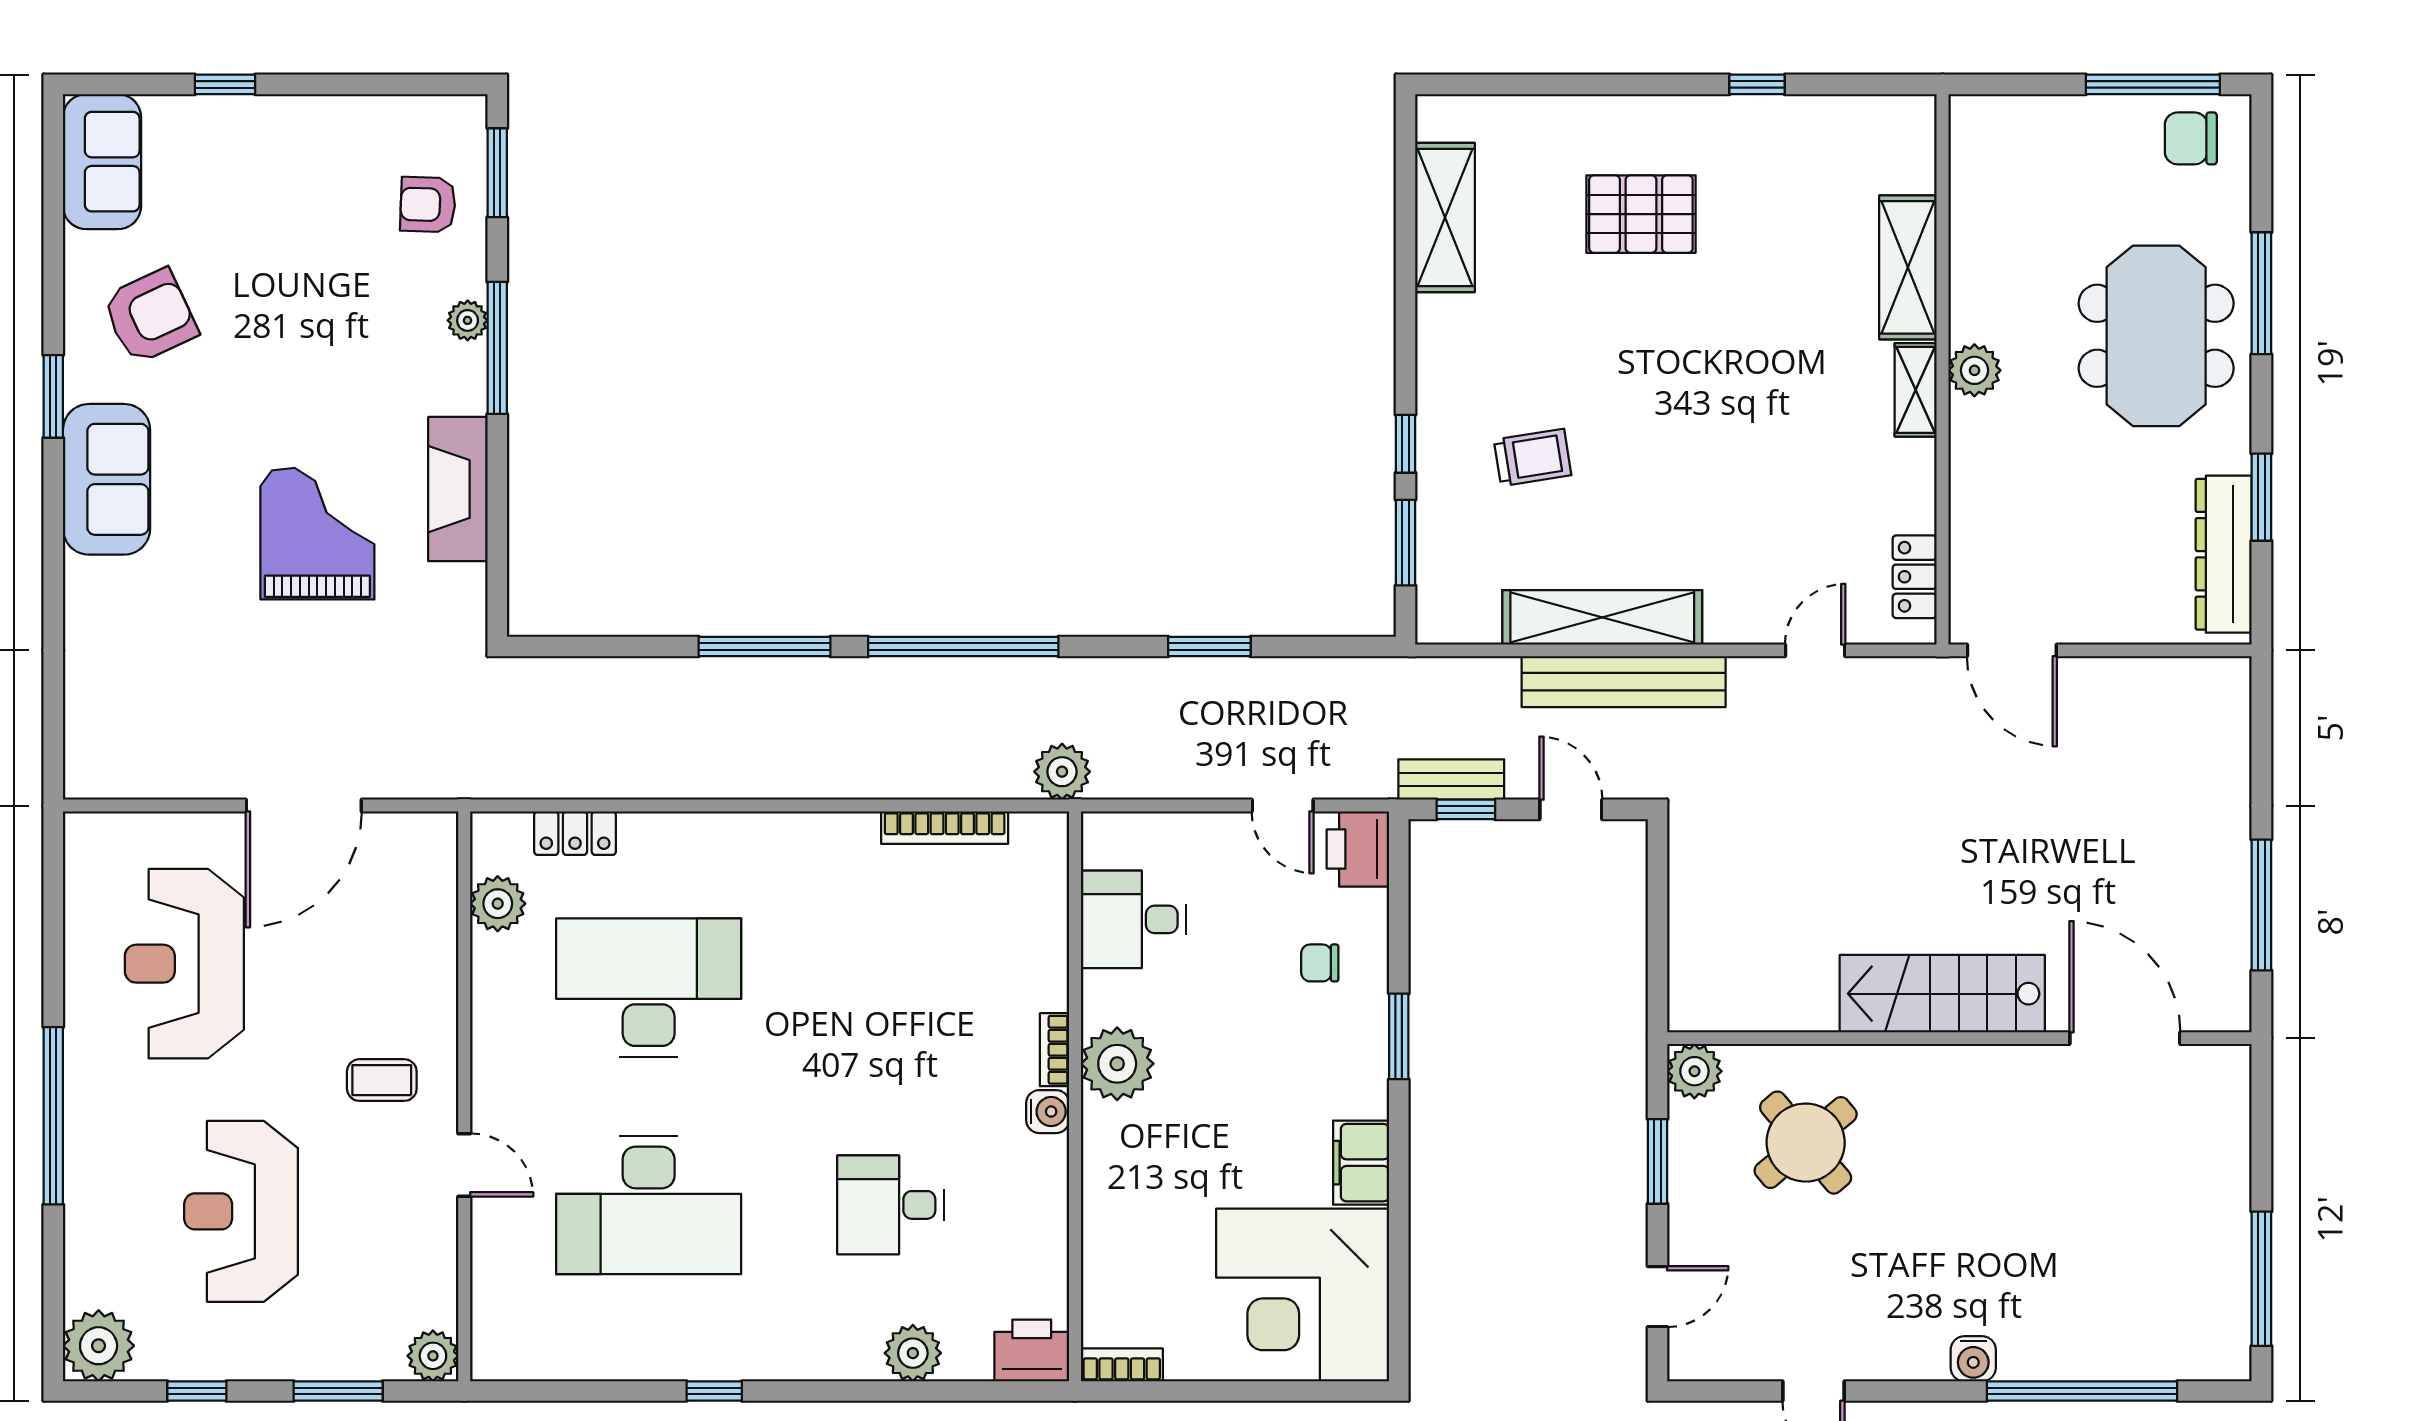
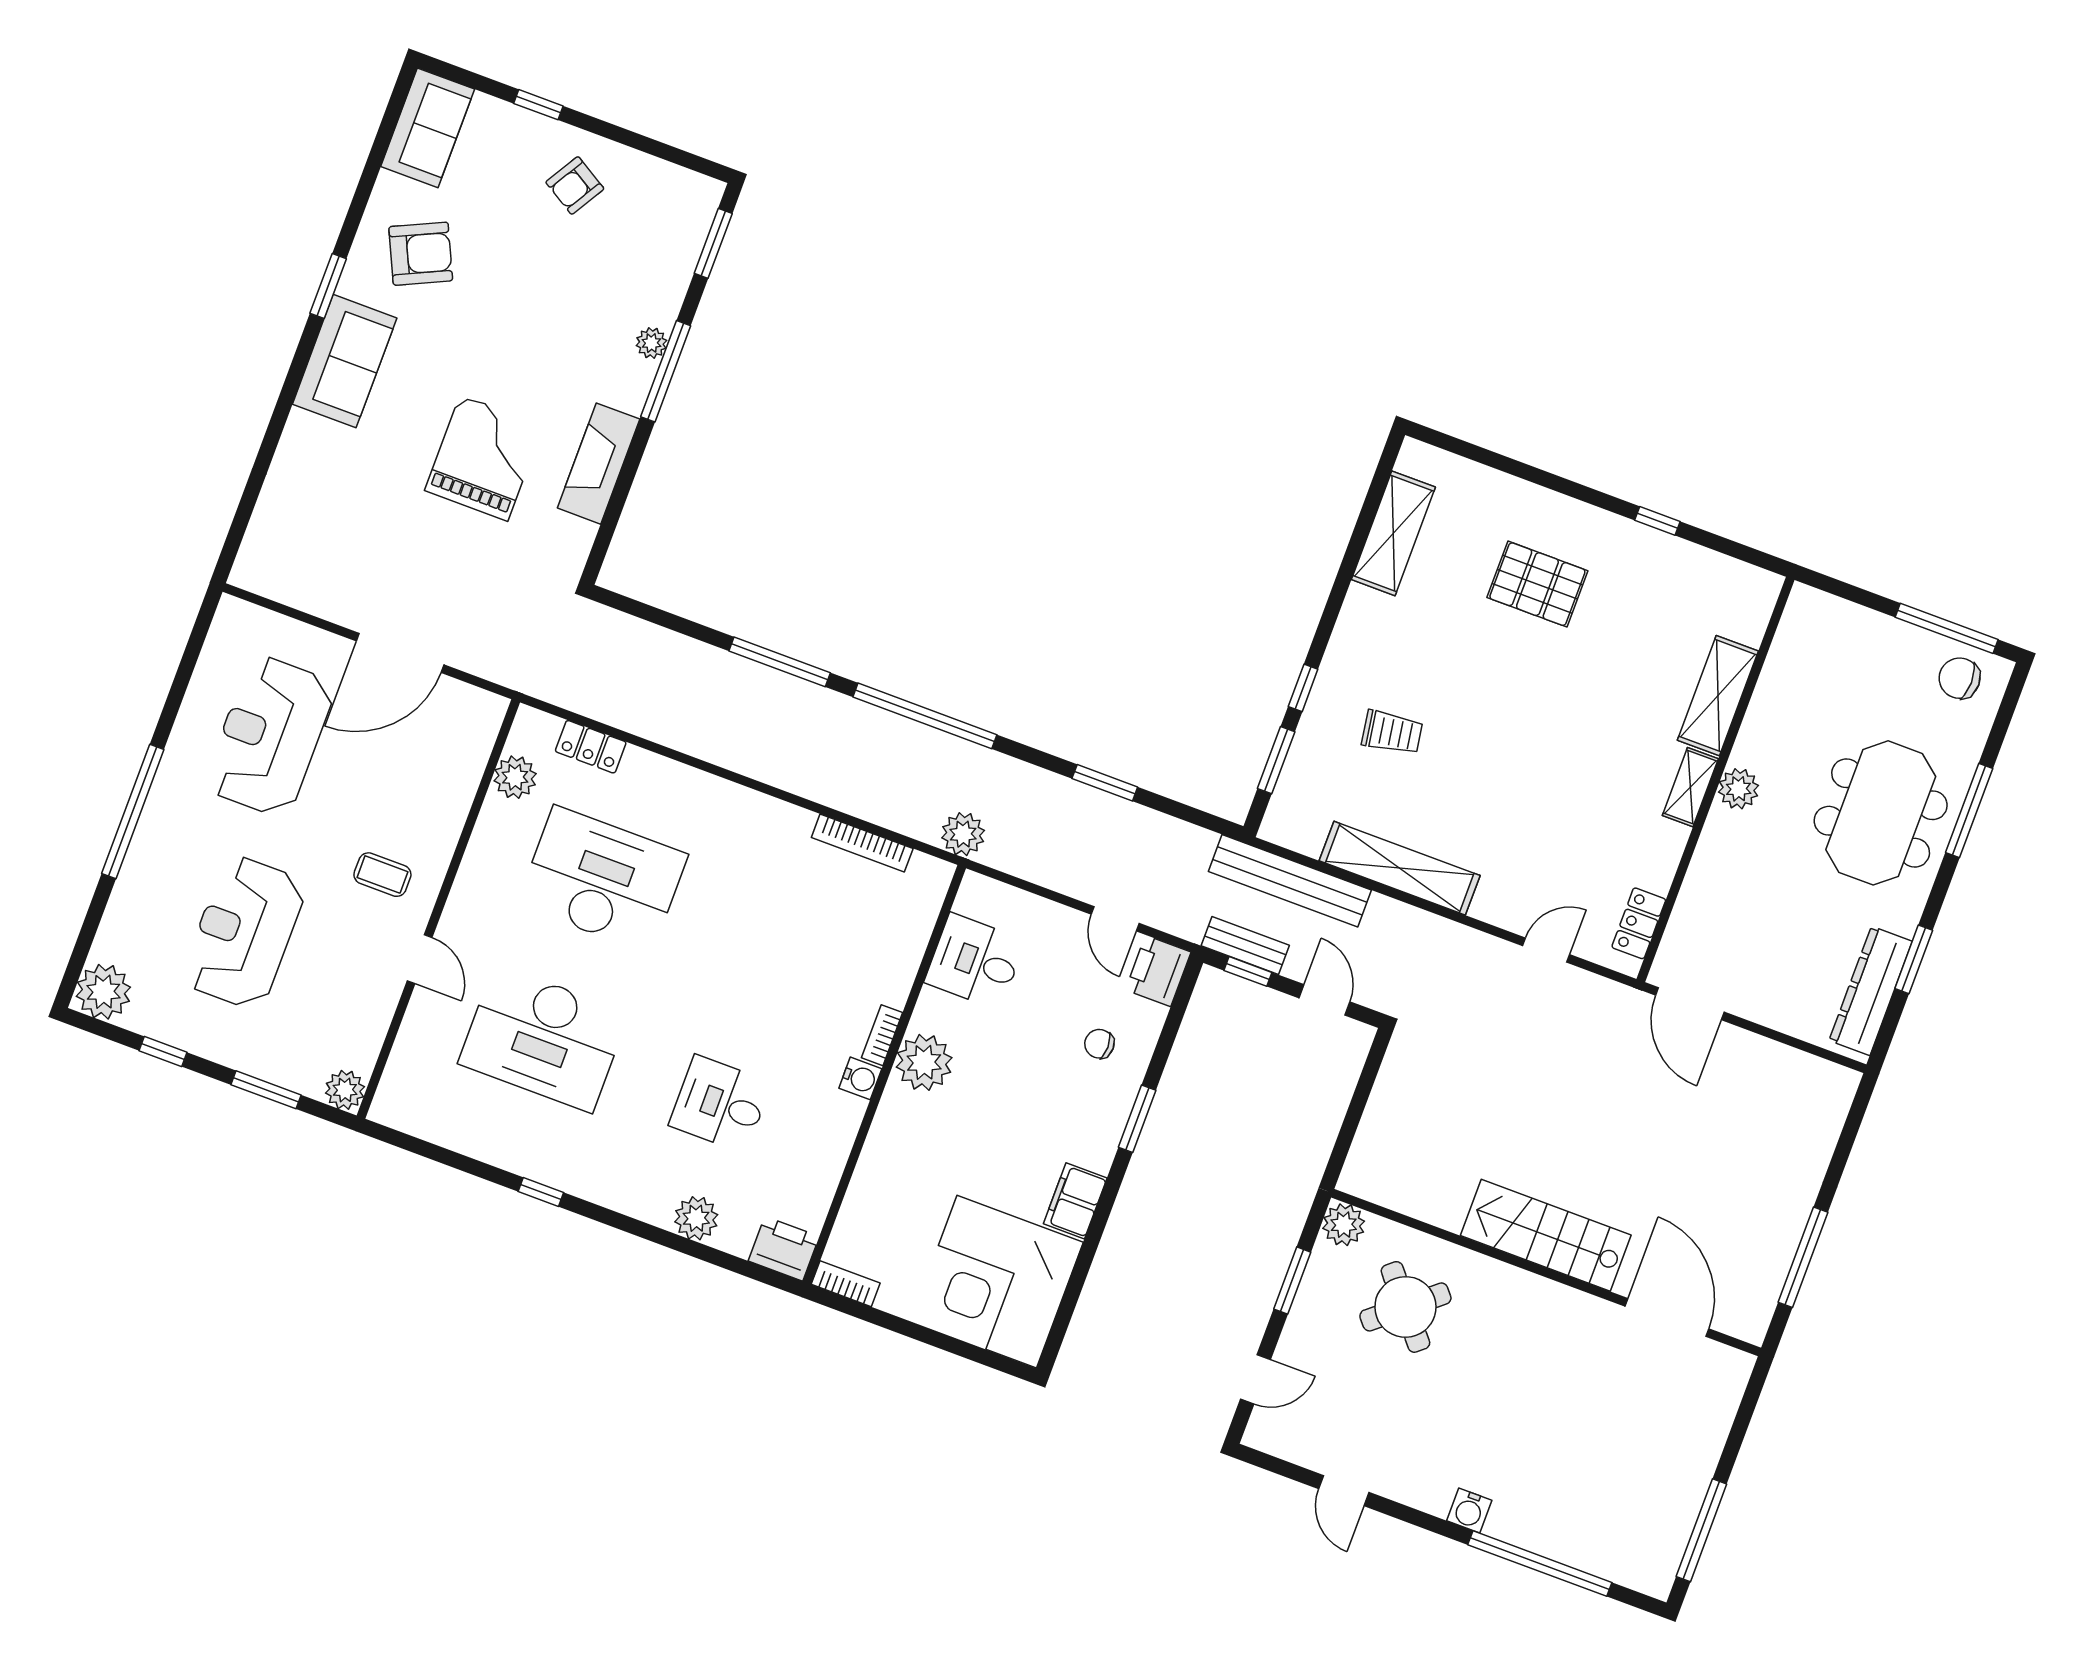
armchair: (428, 205) -> (575, 185), moved, turned -61
bench: (1624, 682) -> (1290, 881), moved

